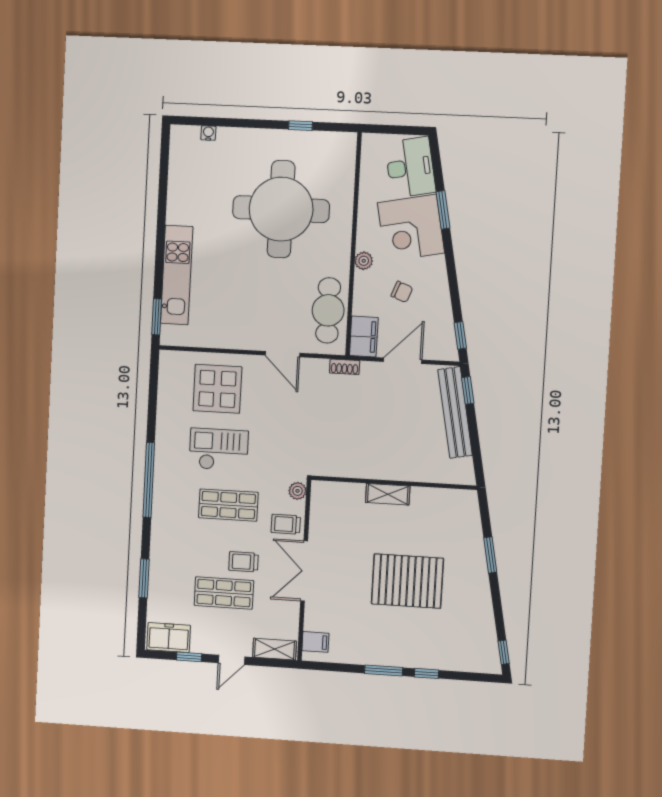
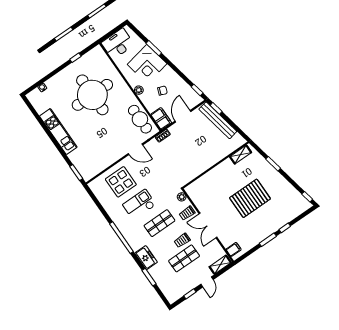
desk: (410, 167) -> (118, 44), moved, turned -79
kitchen unit: (177, 275) -> (58, 132), moved
shelving: (388, 494) -> (241, 155), moved
freezer: (169, 638) -> (146, 258), moved, turned 90

